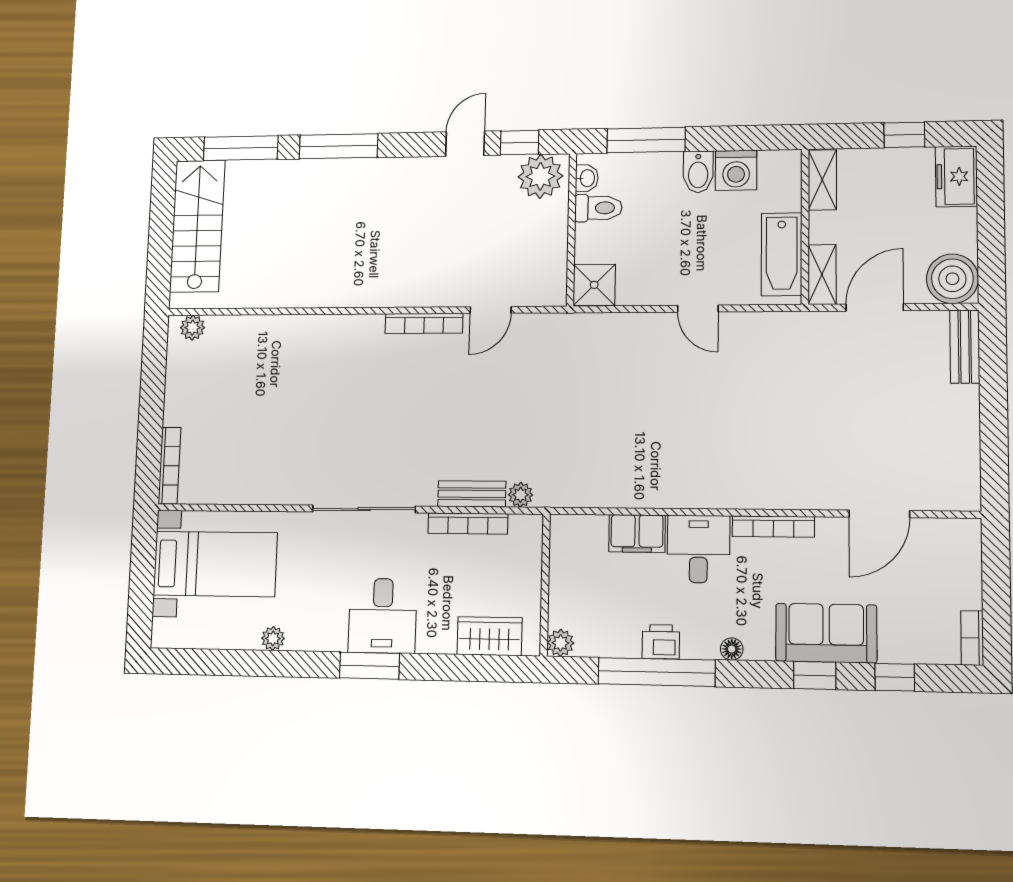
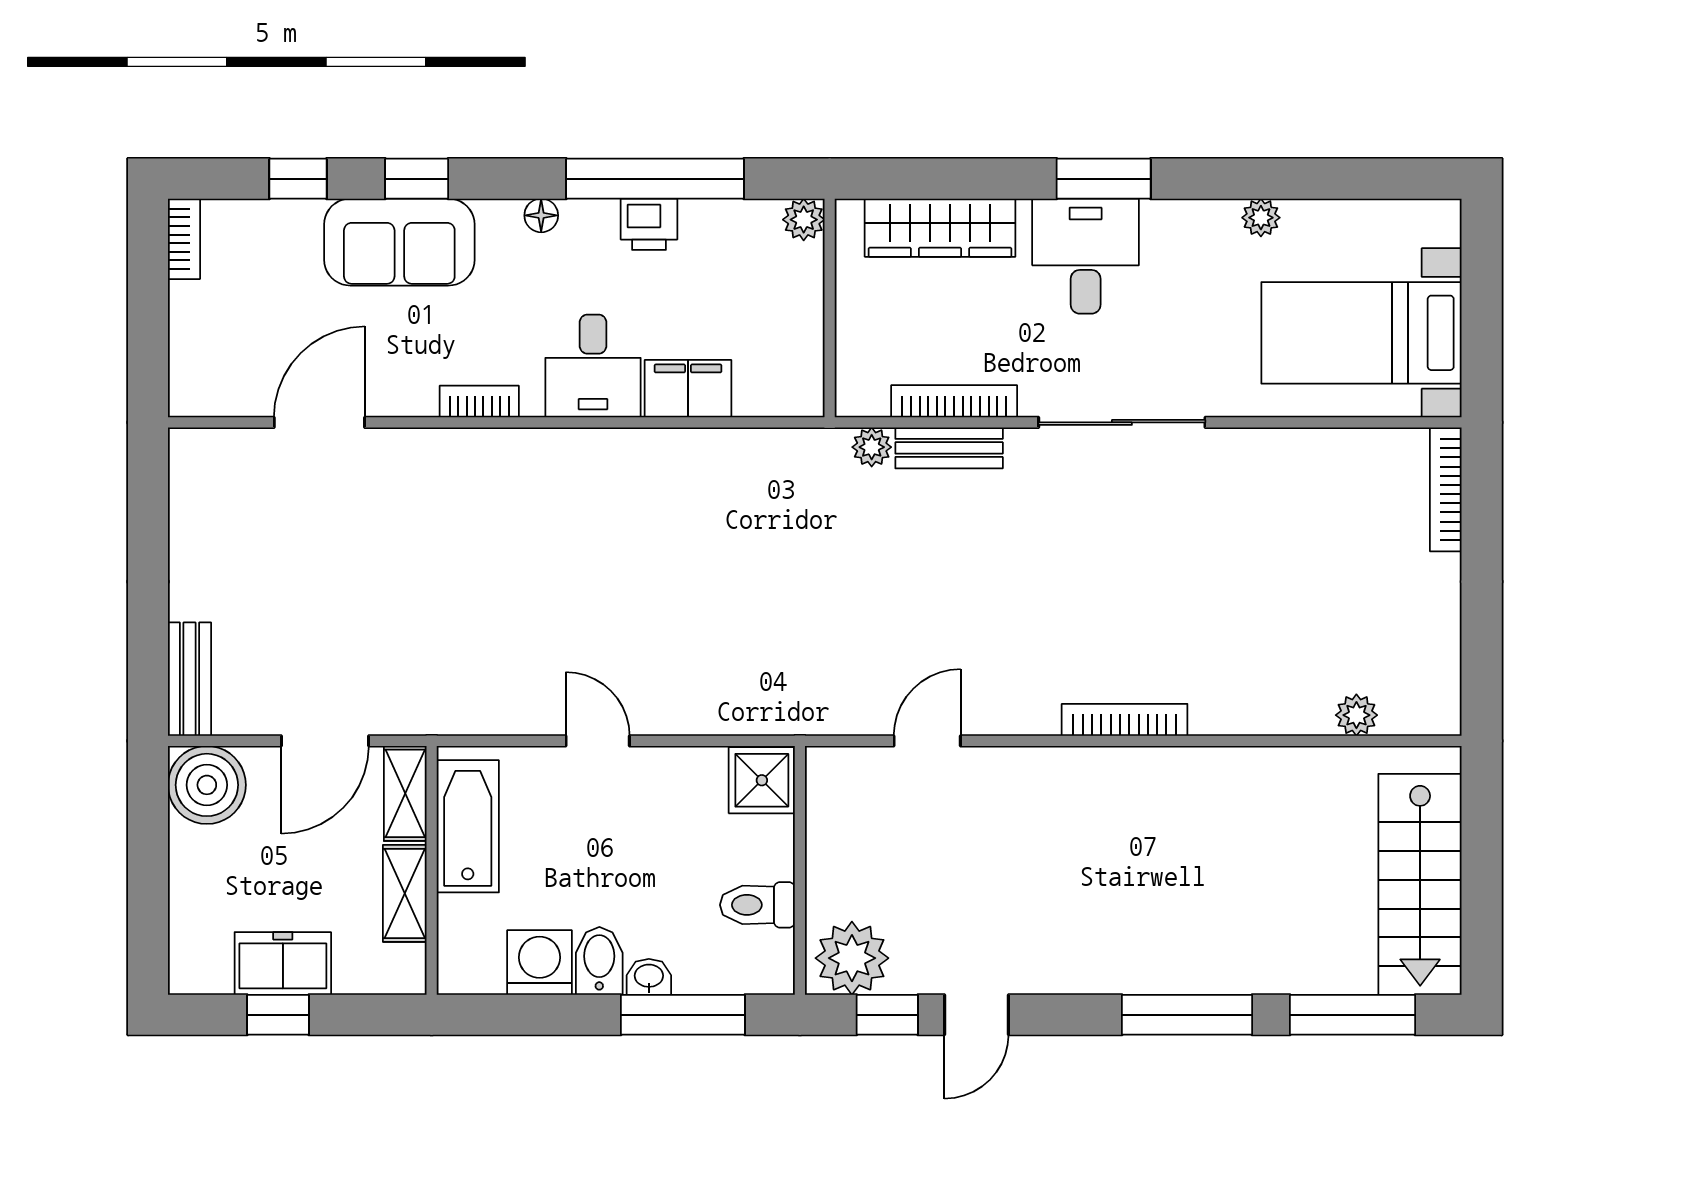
freezer: (956, 176) -> (283, 963), moved, turned -90
washbasin: (587, 178) -> (649, 977), moved, turned 90
shelving: (822, 180) -> (405, 893), moved
bookcase: (424, 323) -> (1125, 720), moved
plant: (193, 328) -> (1356, 715), moved
bookcase: (773, 527) -> (479, 402), width x0.64
wardrobe: (490, 636) -> (940, 228), width x1.50

